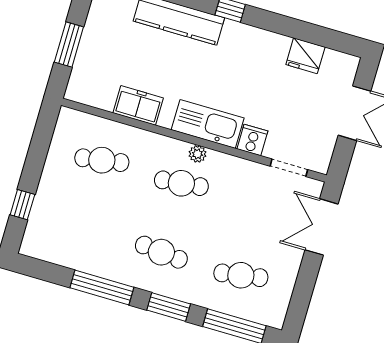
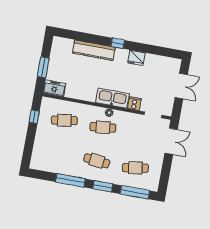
fridge: (305, 56) -> (136, 58), moved
freezer: (138, 105) -> (54, 88), moved
window: (22, 205) -> (34, 117), moved
double door: (321, 227) -> (171, 141), swing flipped

